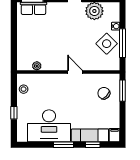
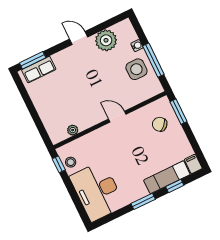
side table: (107, 44) -> (136, 69), turned 45
window: (14, 113) -> (59, 164), moved
desk: (49, 126) -> (97, 191), moved, turned 90

